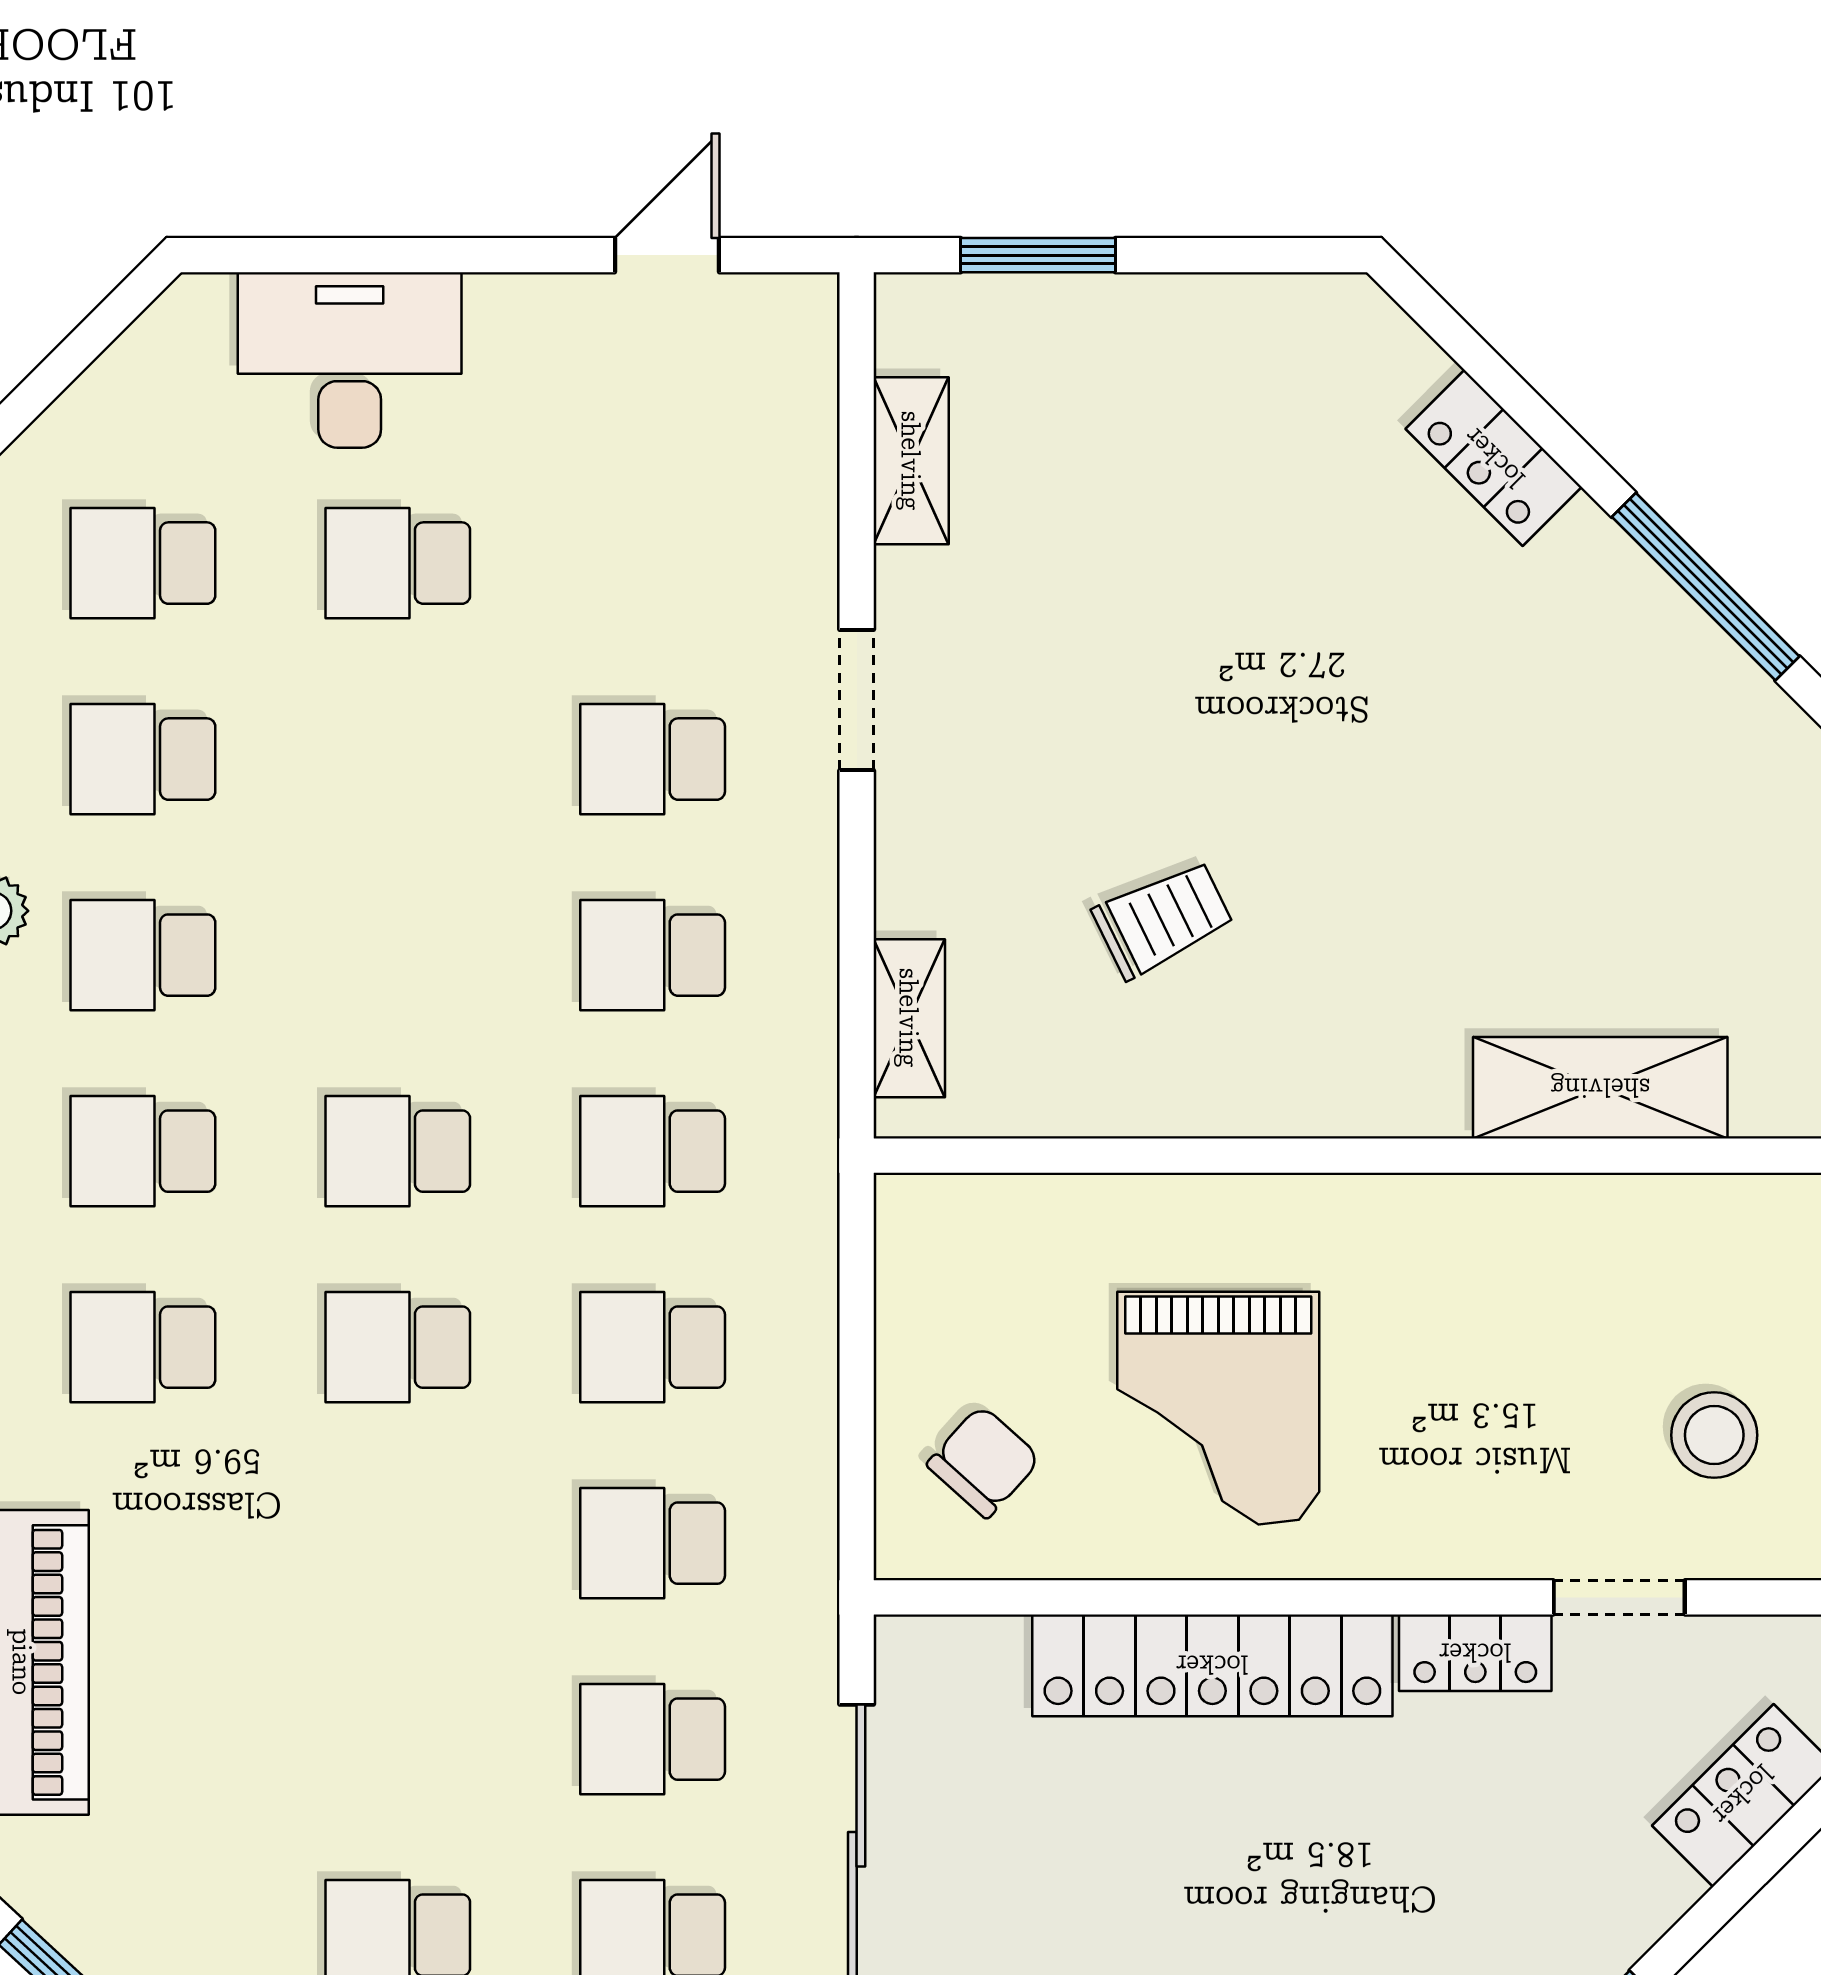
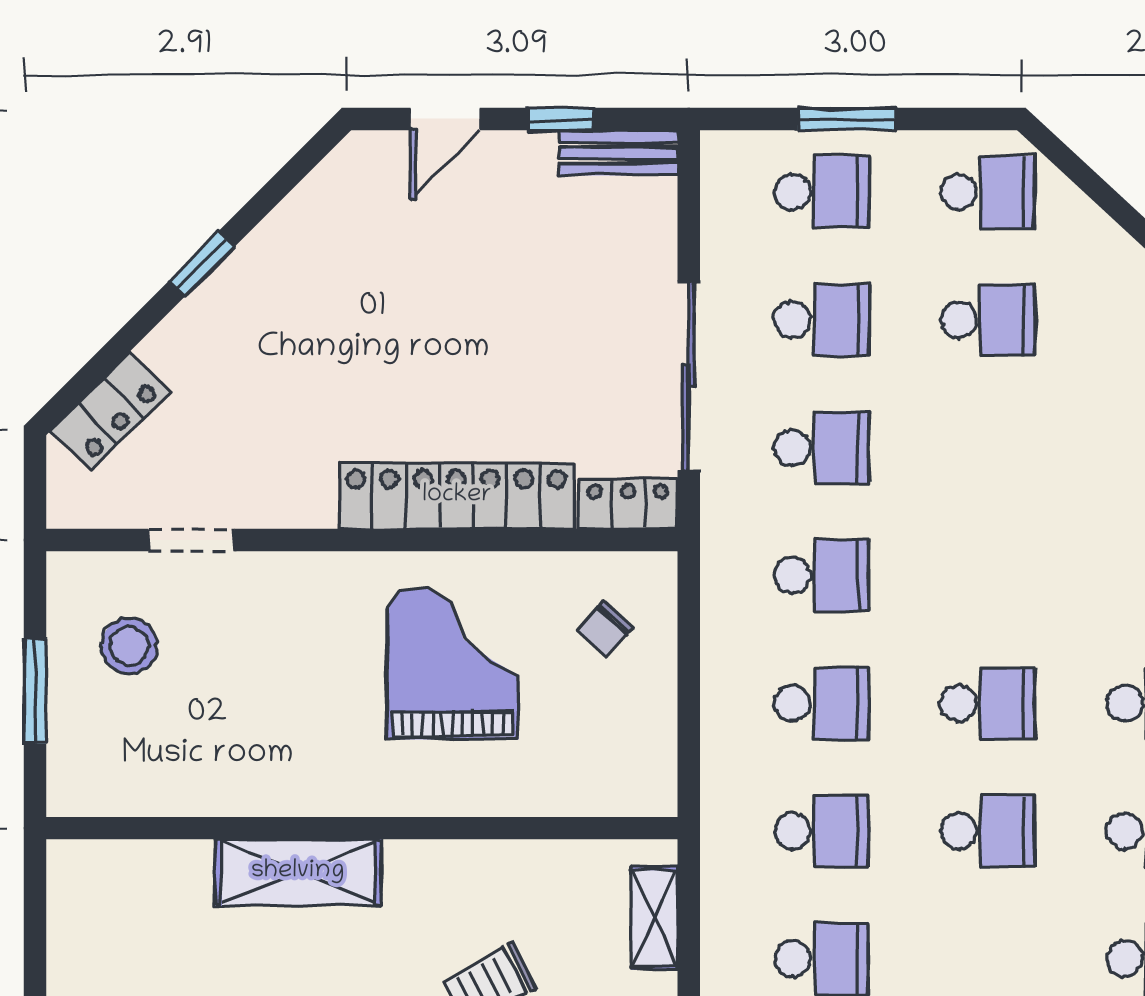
shelving: (1600, 1088) -> (298, 872), moved
chair: (984, 1462) -> (606, 629), width x0.73, depth x0.73
locker: (1475, 1653) -> (628, 504), moved

